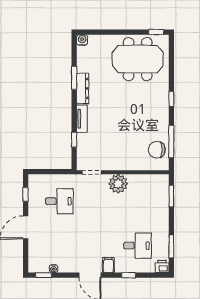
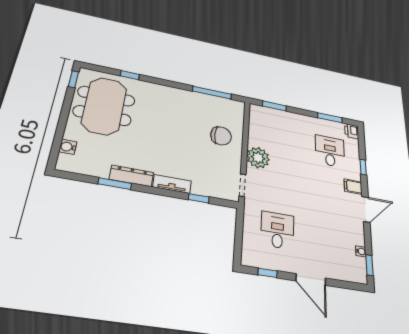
water cooler: (82, 40) -> (68, 147), moved
window: (171, 99) -> (130, 75), moved
chair: (157, 150) -> (221, 136), moved, turned -90

